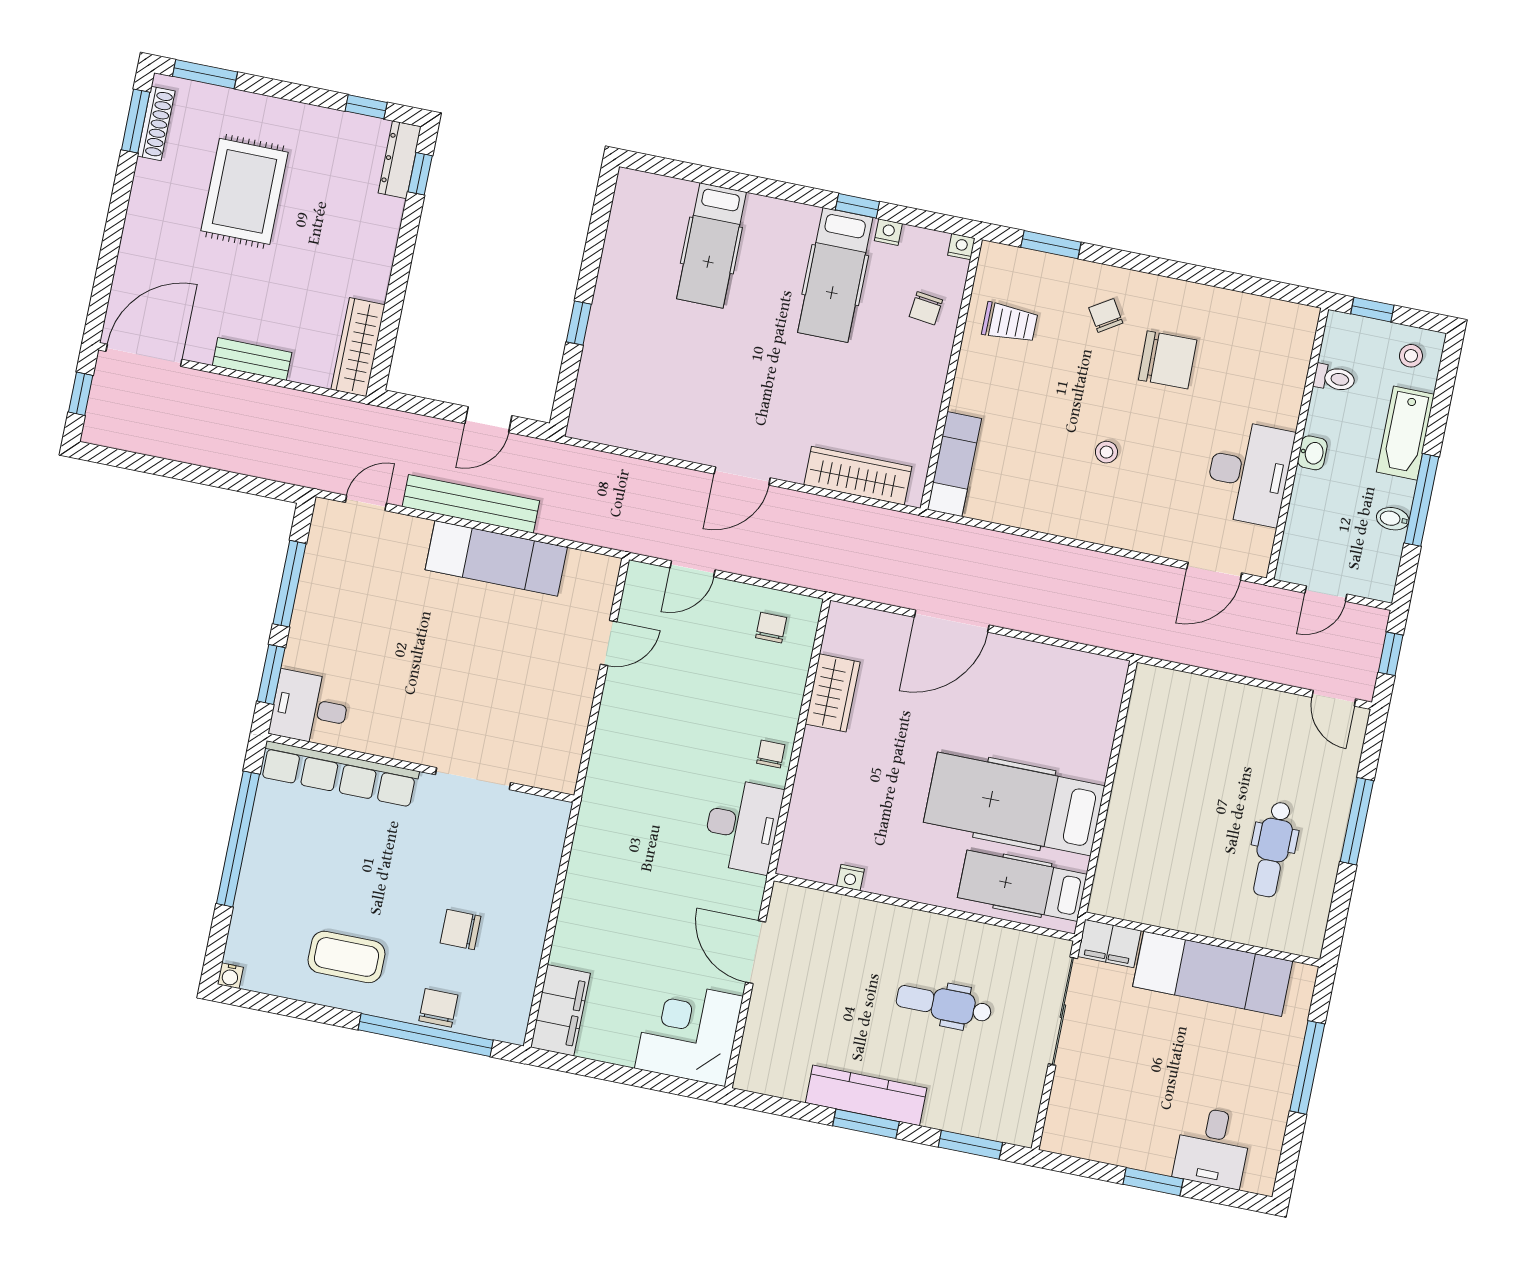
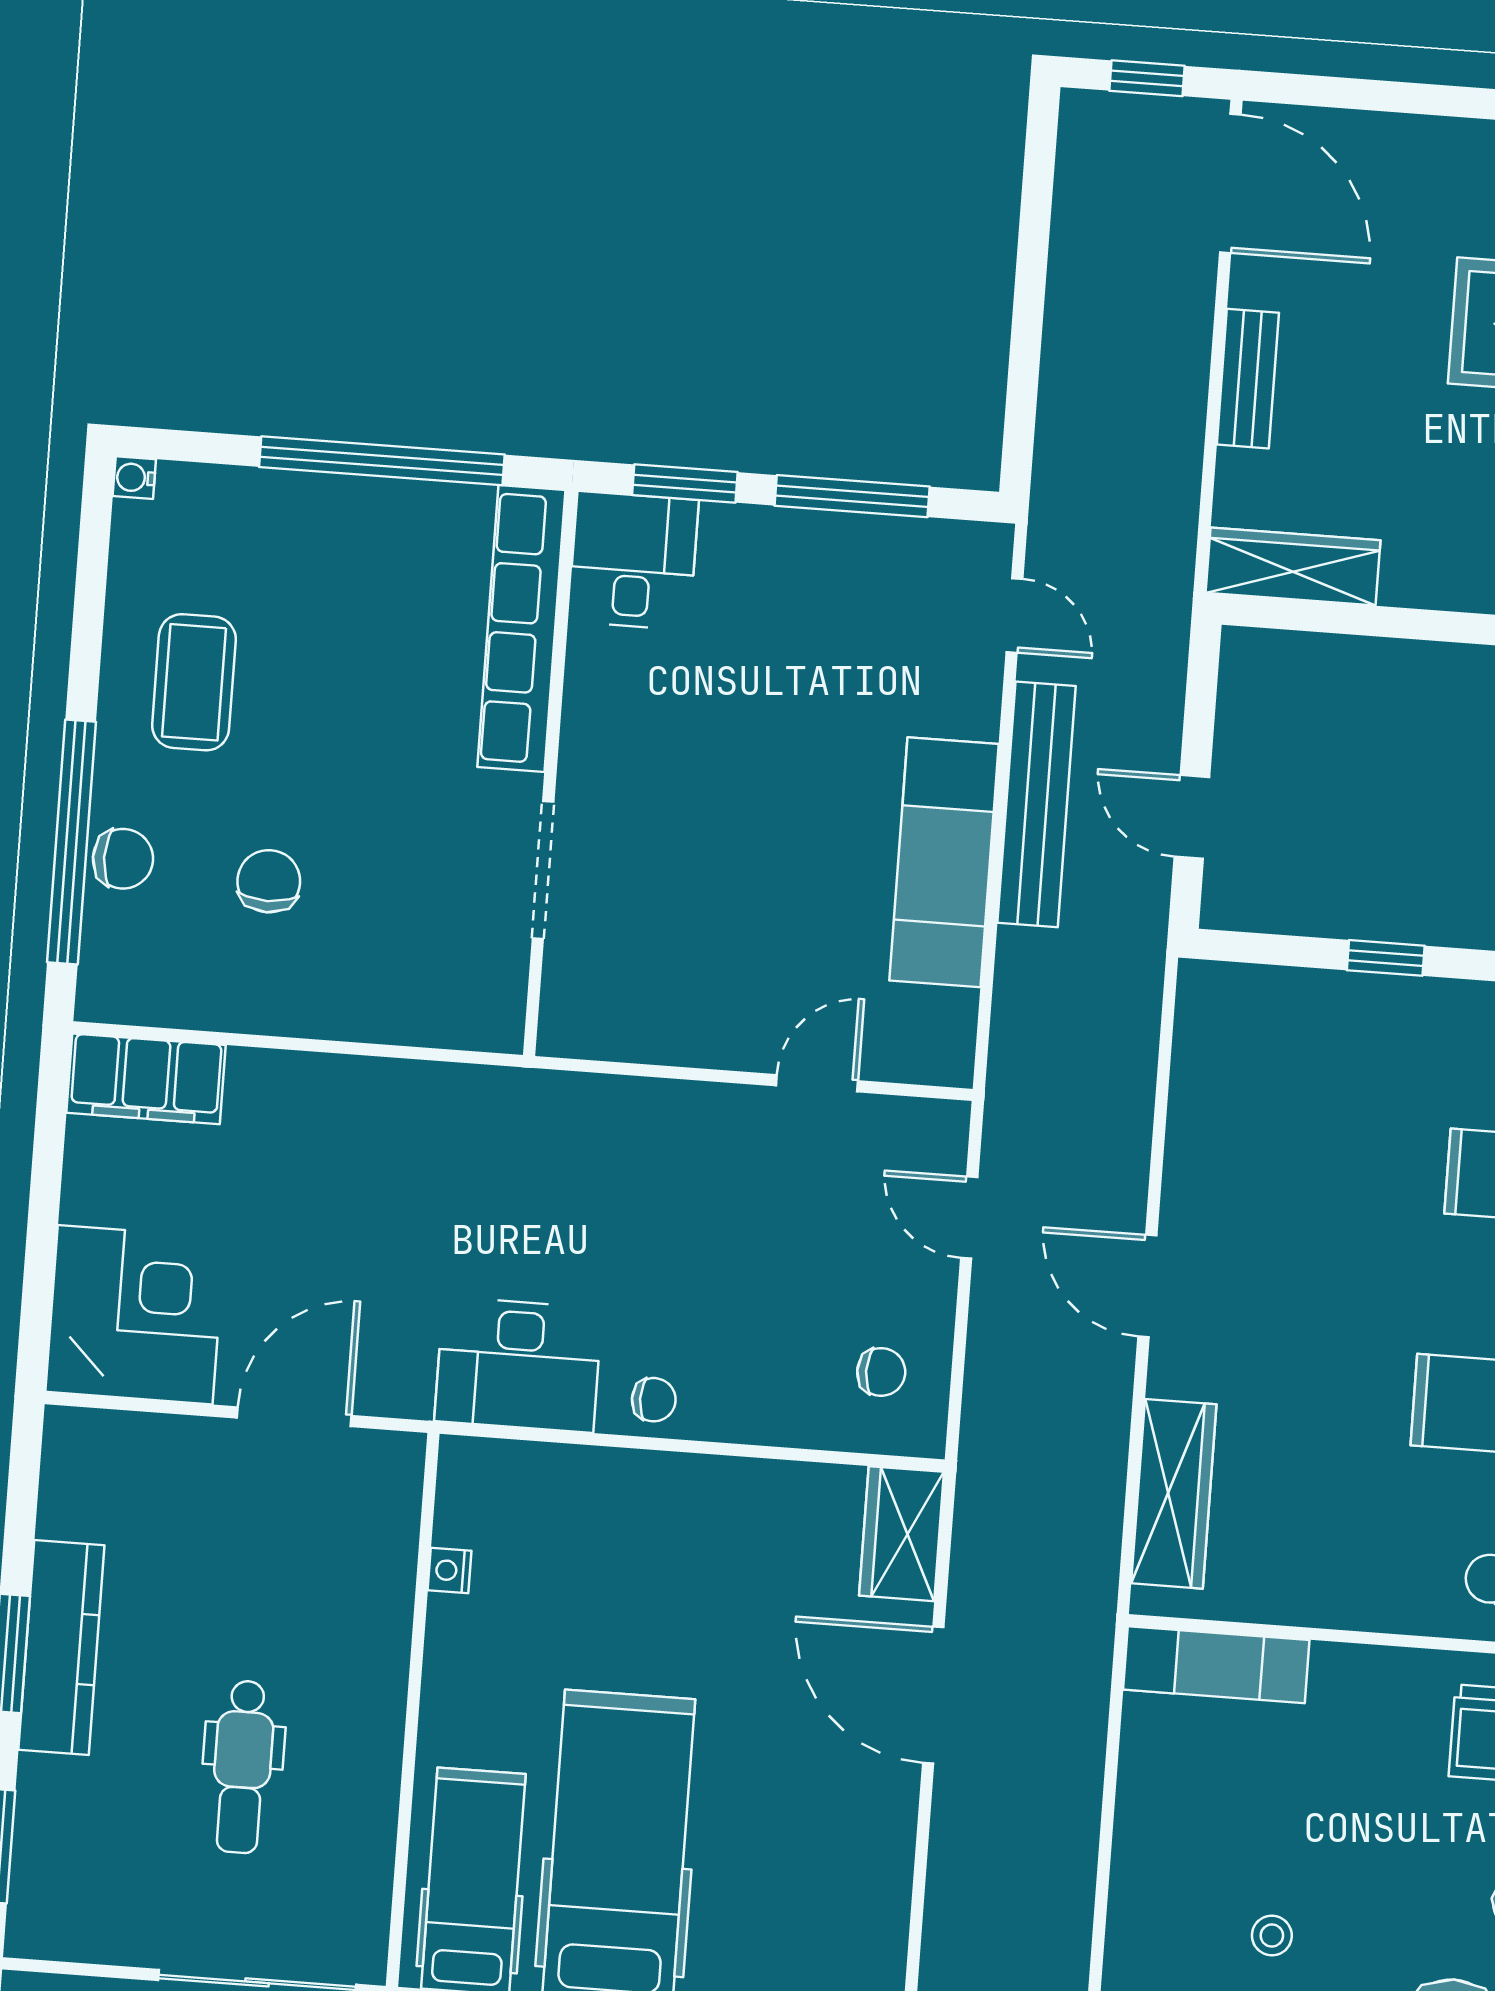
door: (609, 643) -> (817, 1083), swing flipped
wardrobe: (833, 693) -> (902, 1534), moved, turned 90
dental chair: (944, 1004) -> (243, 1767), turned 180

